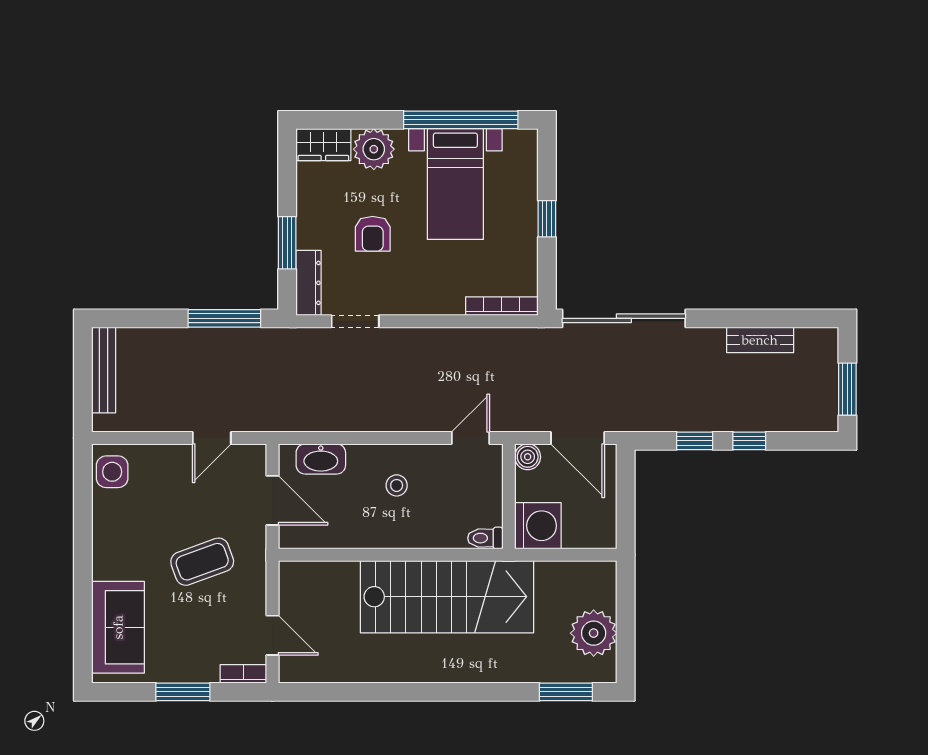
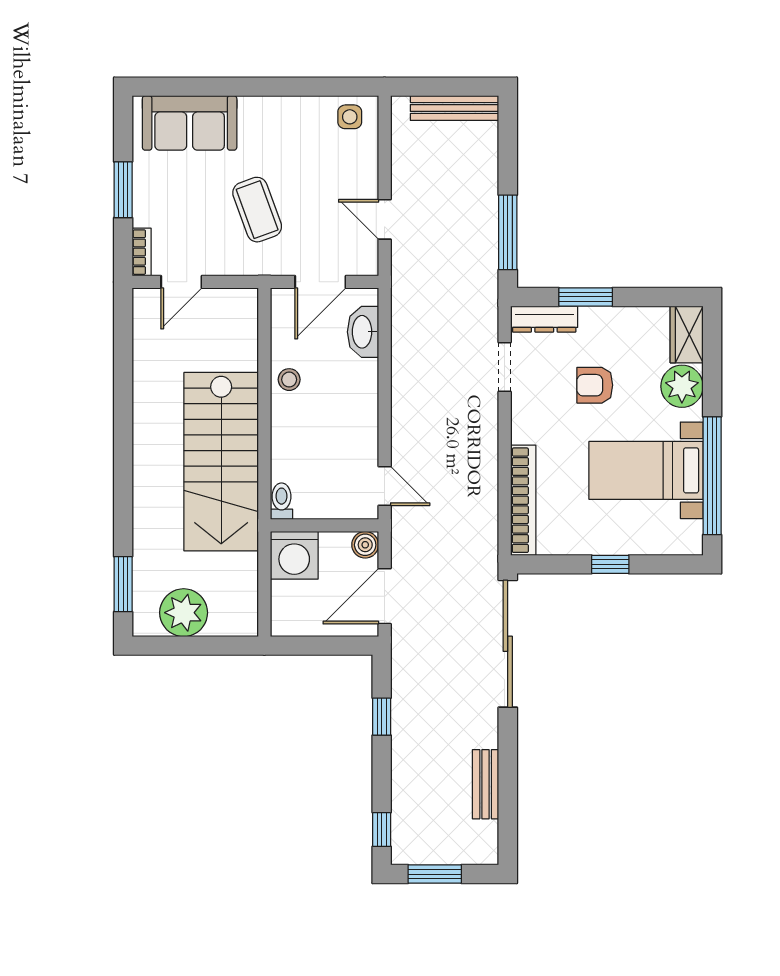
bookcase: (502, 306) -> (523, 500), width x1.48, depth x1.31
window: (749, 441) -> (382, 830), moved
side table: (112, 472) -> (350, 117), width x0.73, depth x0.73
stool: (397, 485) -> (289, 380), moved

